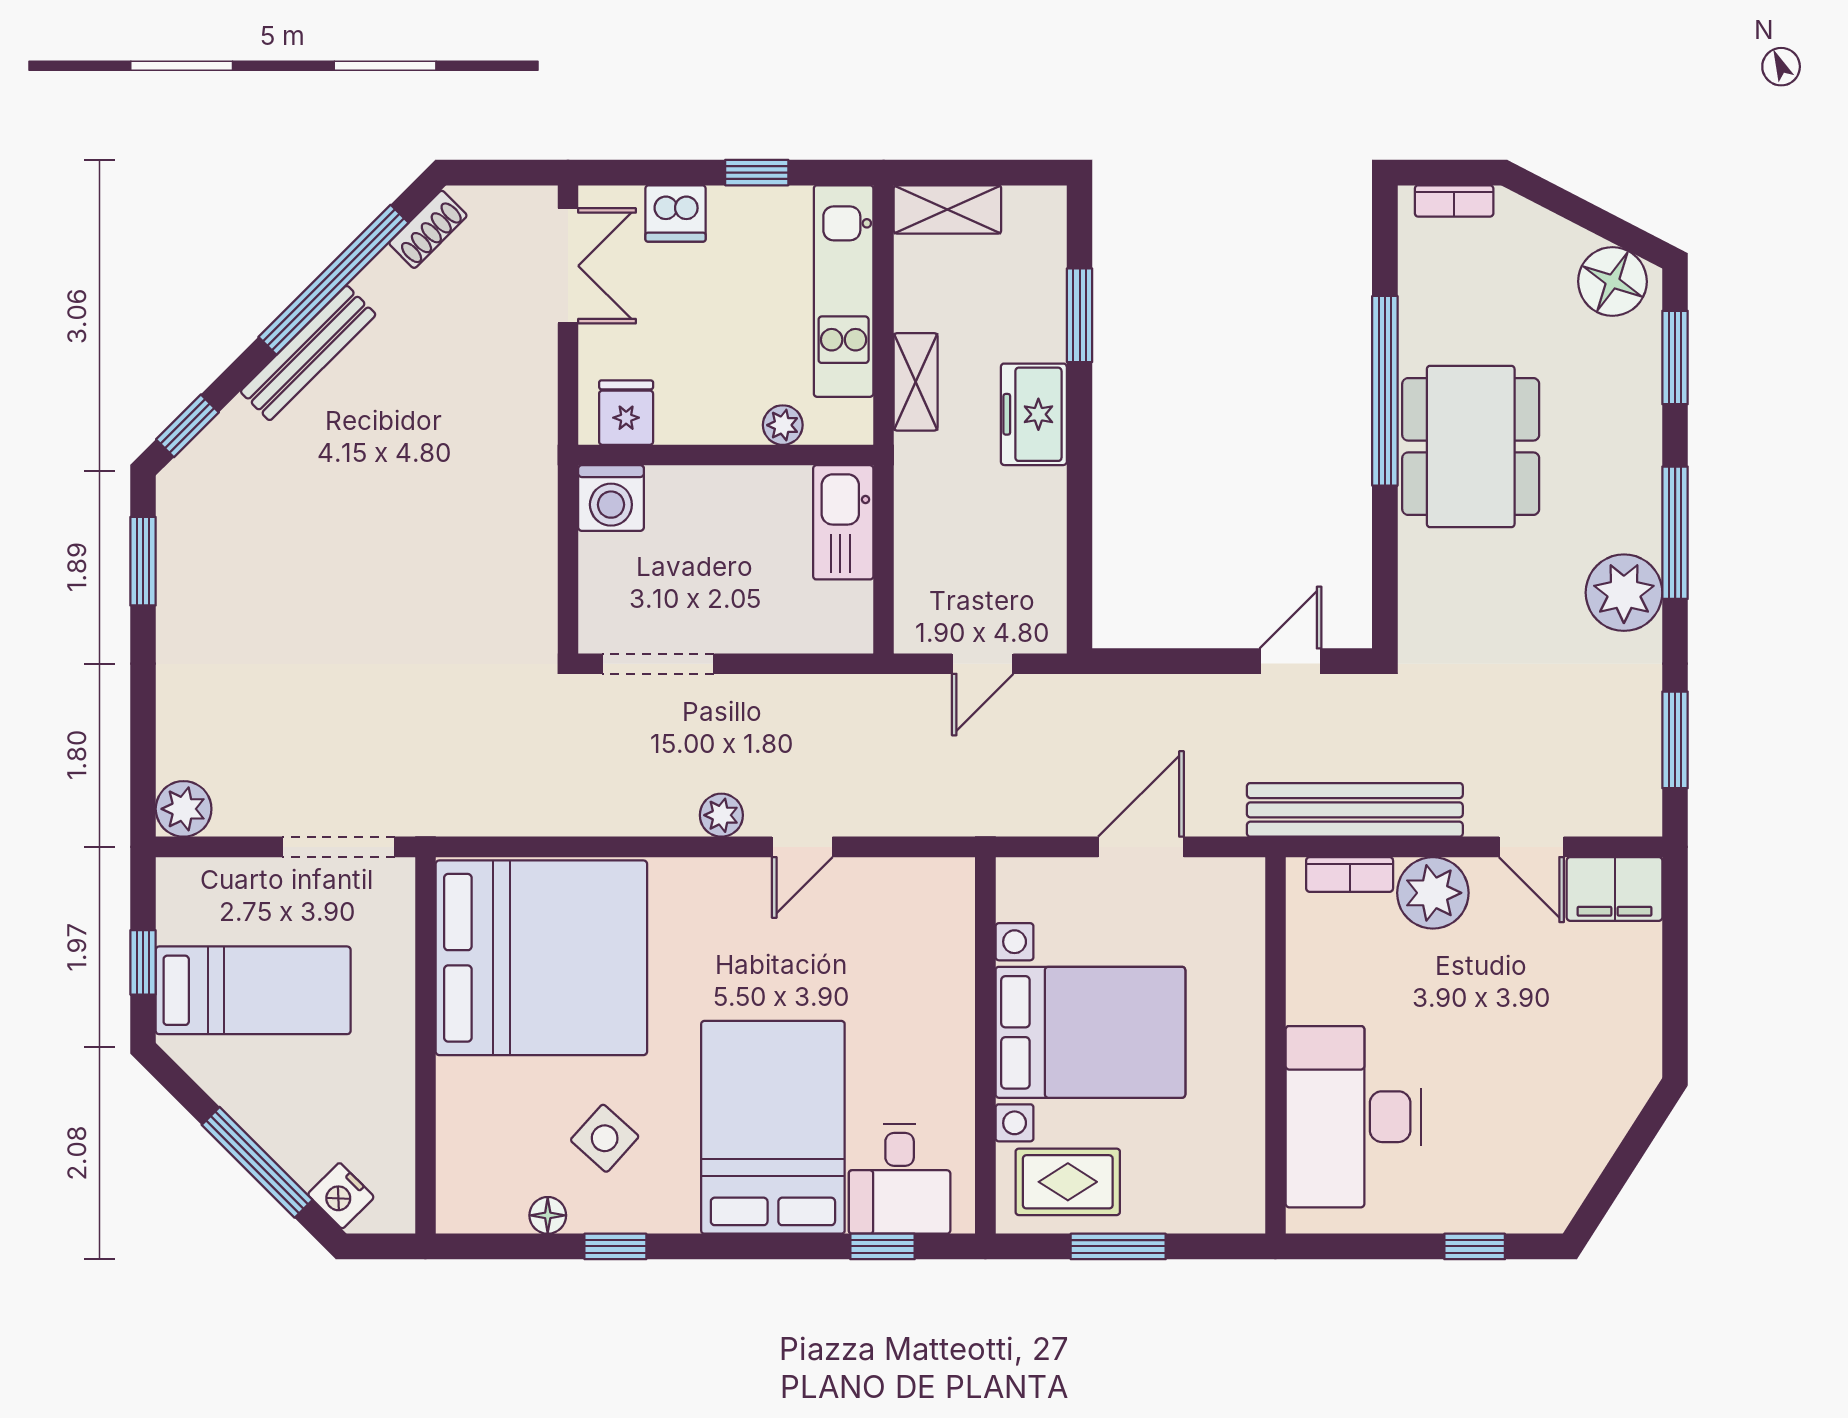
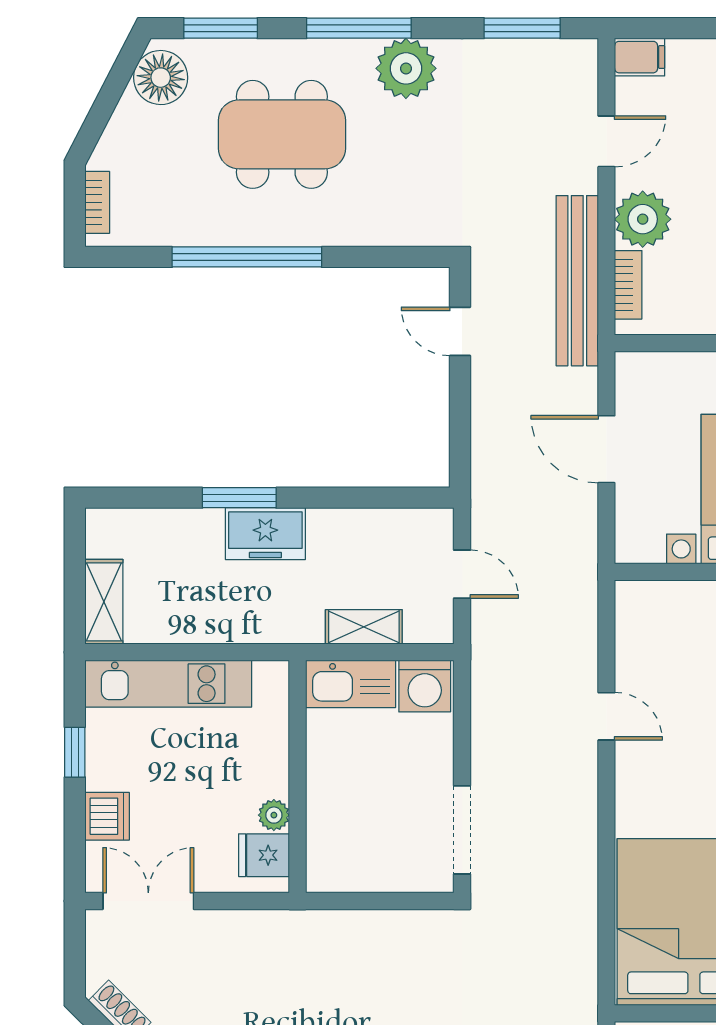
window: (1080, 315) -> (239, 498), moved
shelving: (916, 382) -> (364, 627), moved
plant: (783, 425) -> (274, 815), moved
dining table: (1471, 446) -> (282, 134), moved
washing machine: (611, 498) -> (425, 686), moved, turned 90
plant: (721, 815) -> (581, 780), removed
filing cabinet: (1615, 889) -> (640, 57), width x0.50

